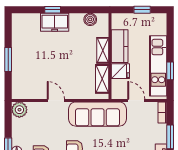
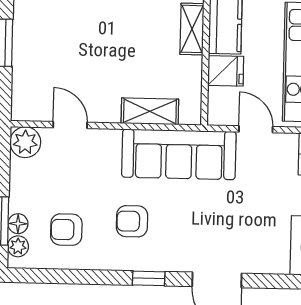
shelving: (102, 79) -> (150, 111), moved, turned 90
door: (56, 100) -> (70, 125), moved

